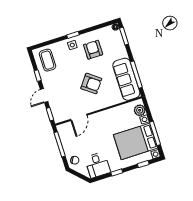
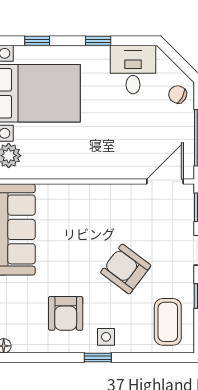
armchair: (91, 84) -> (126, 269), moved
door: (79, 117) -> (165, 182), moved

